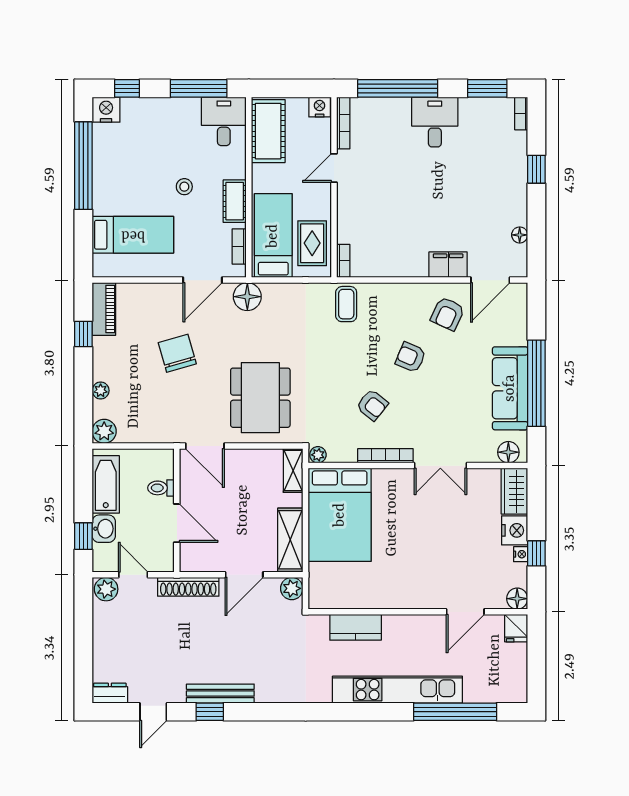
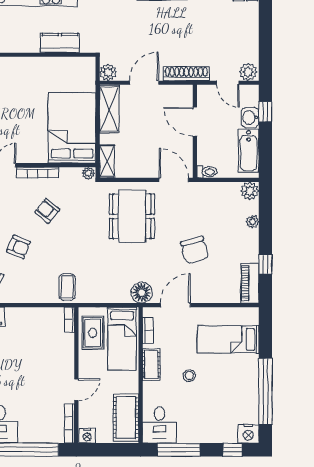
toilet: (161, 488) -> (207, 172), moved

